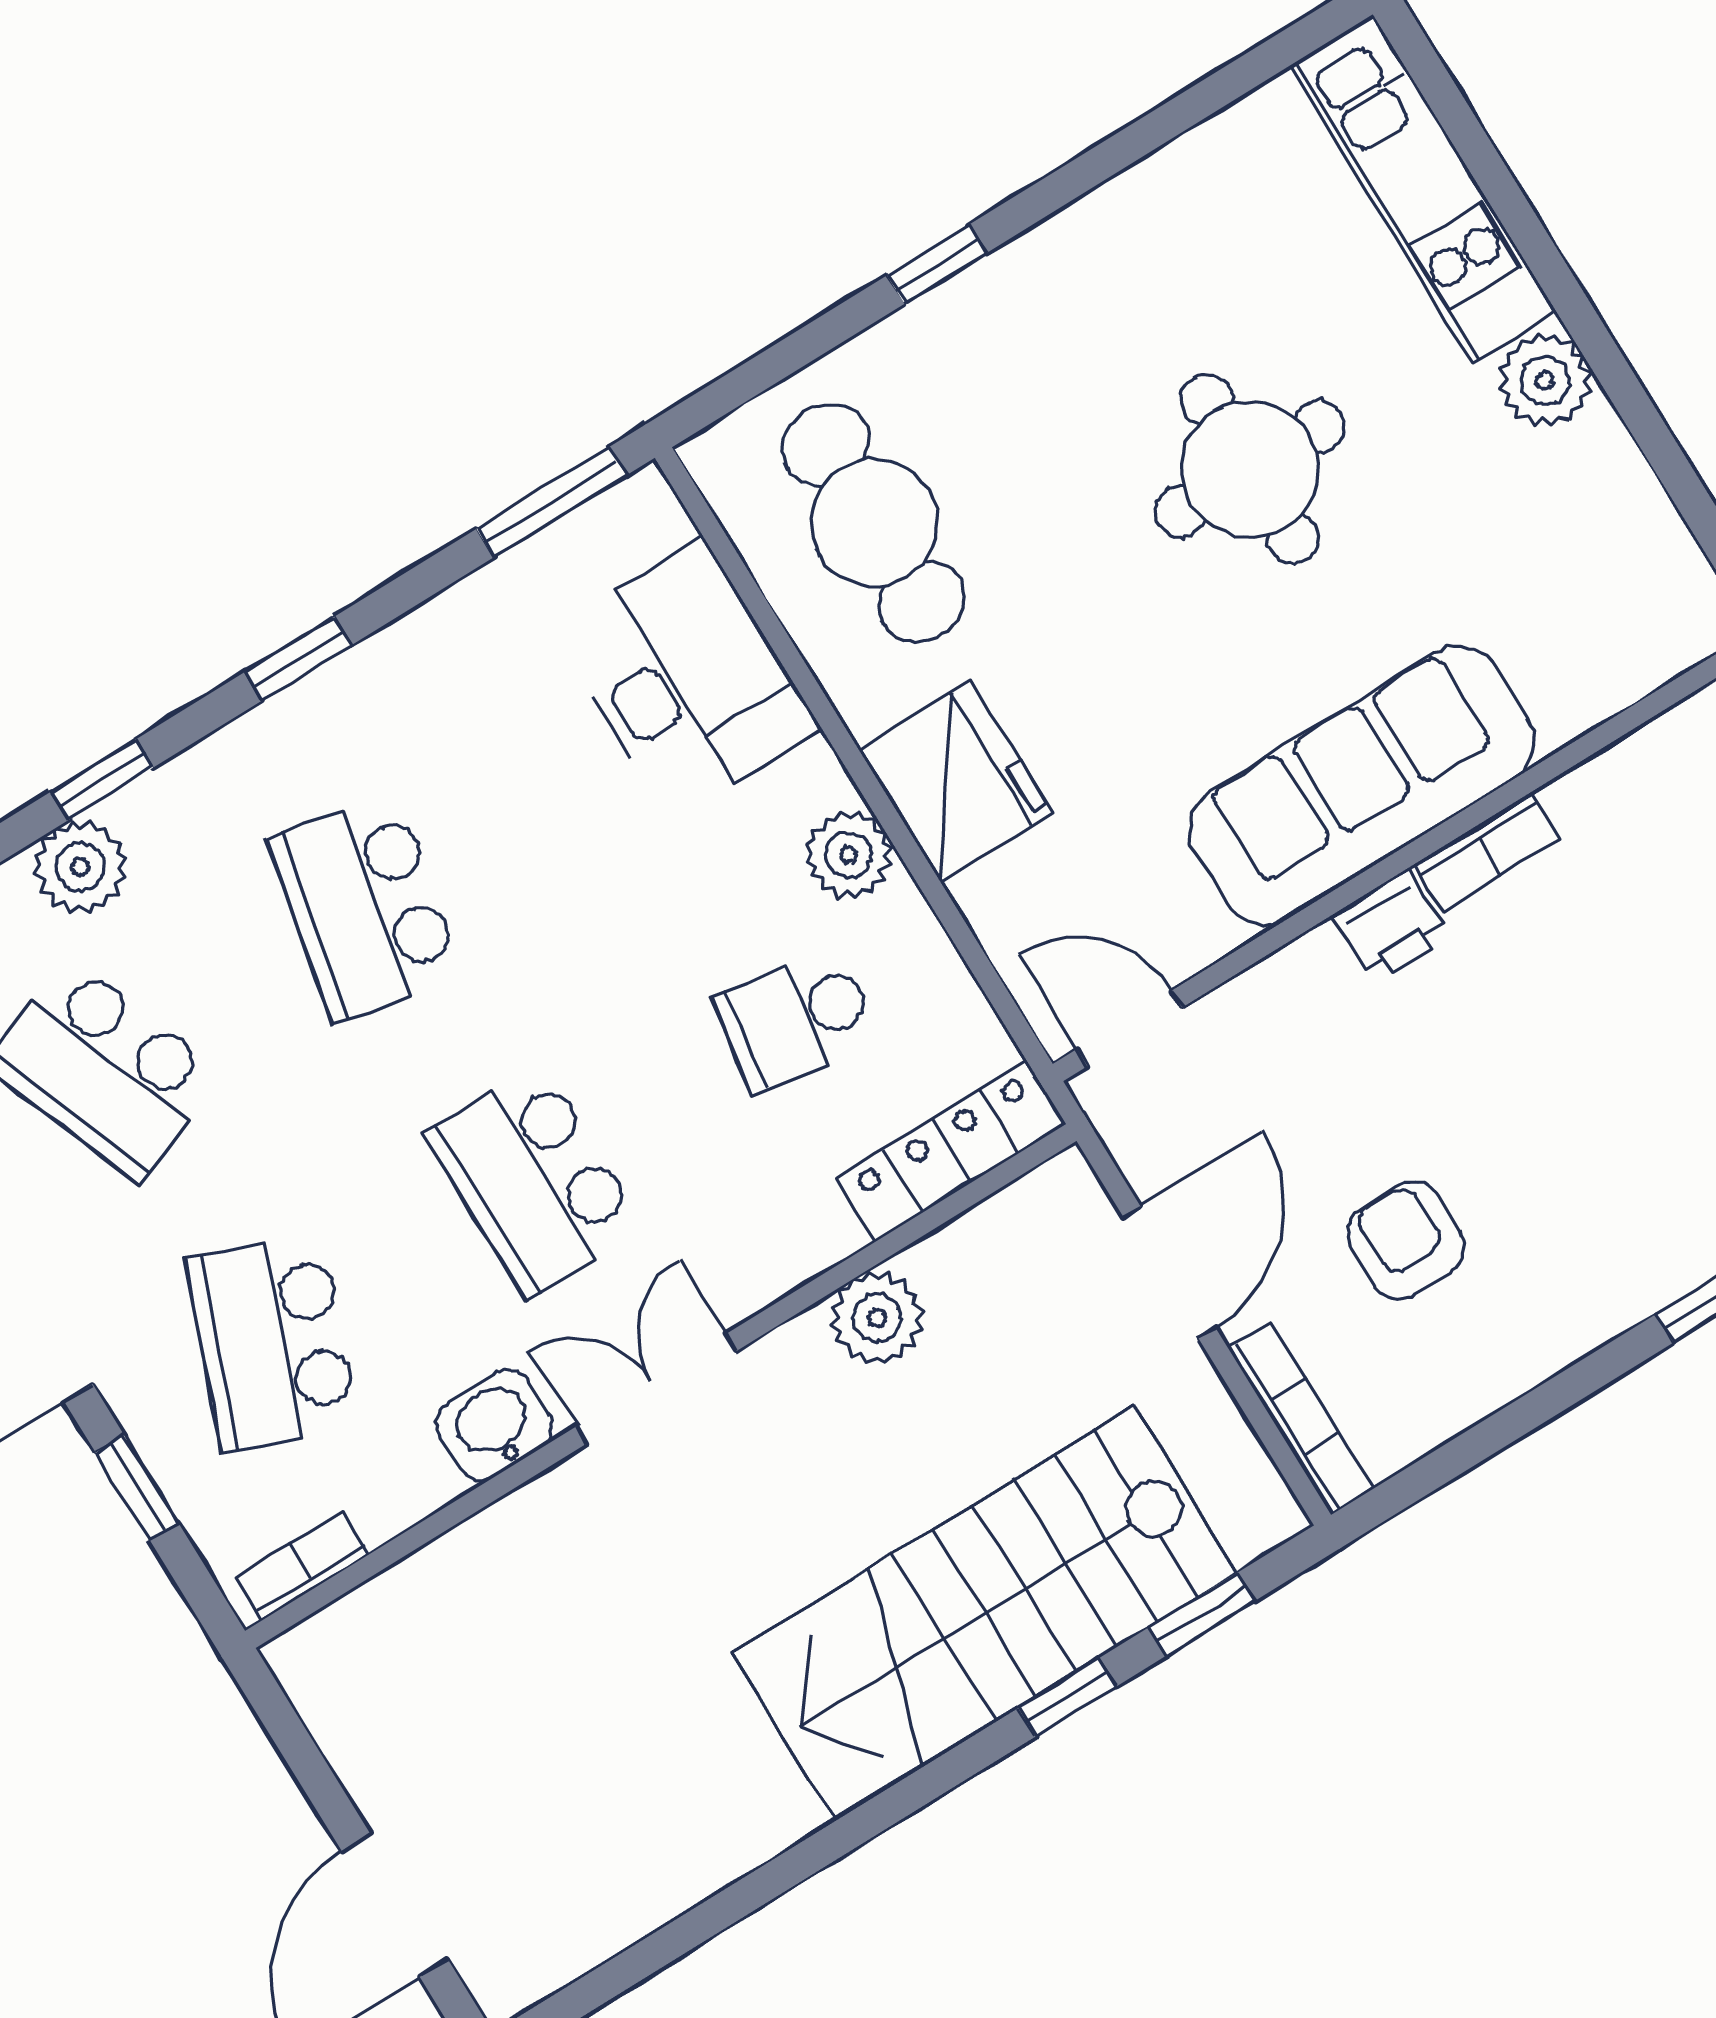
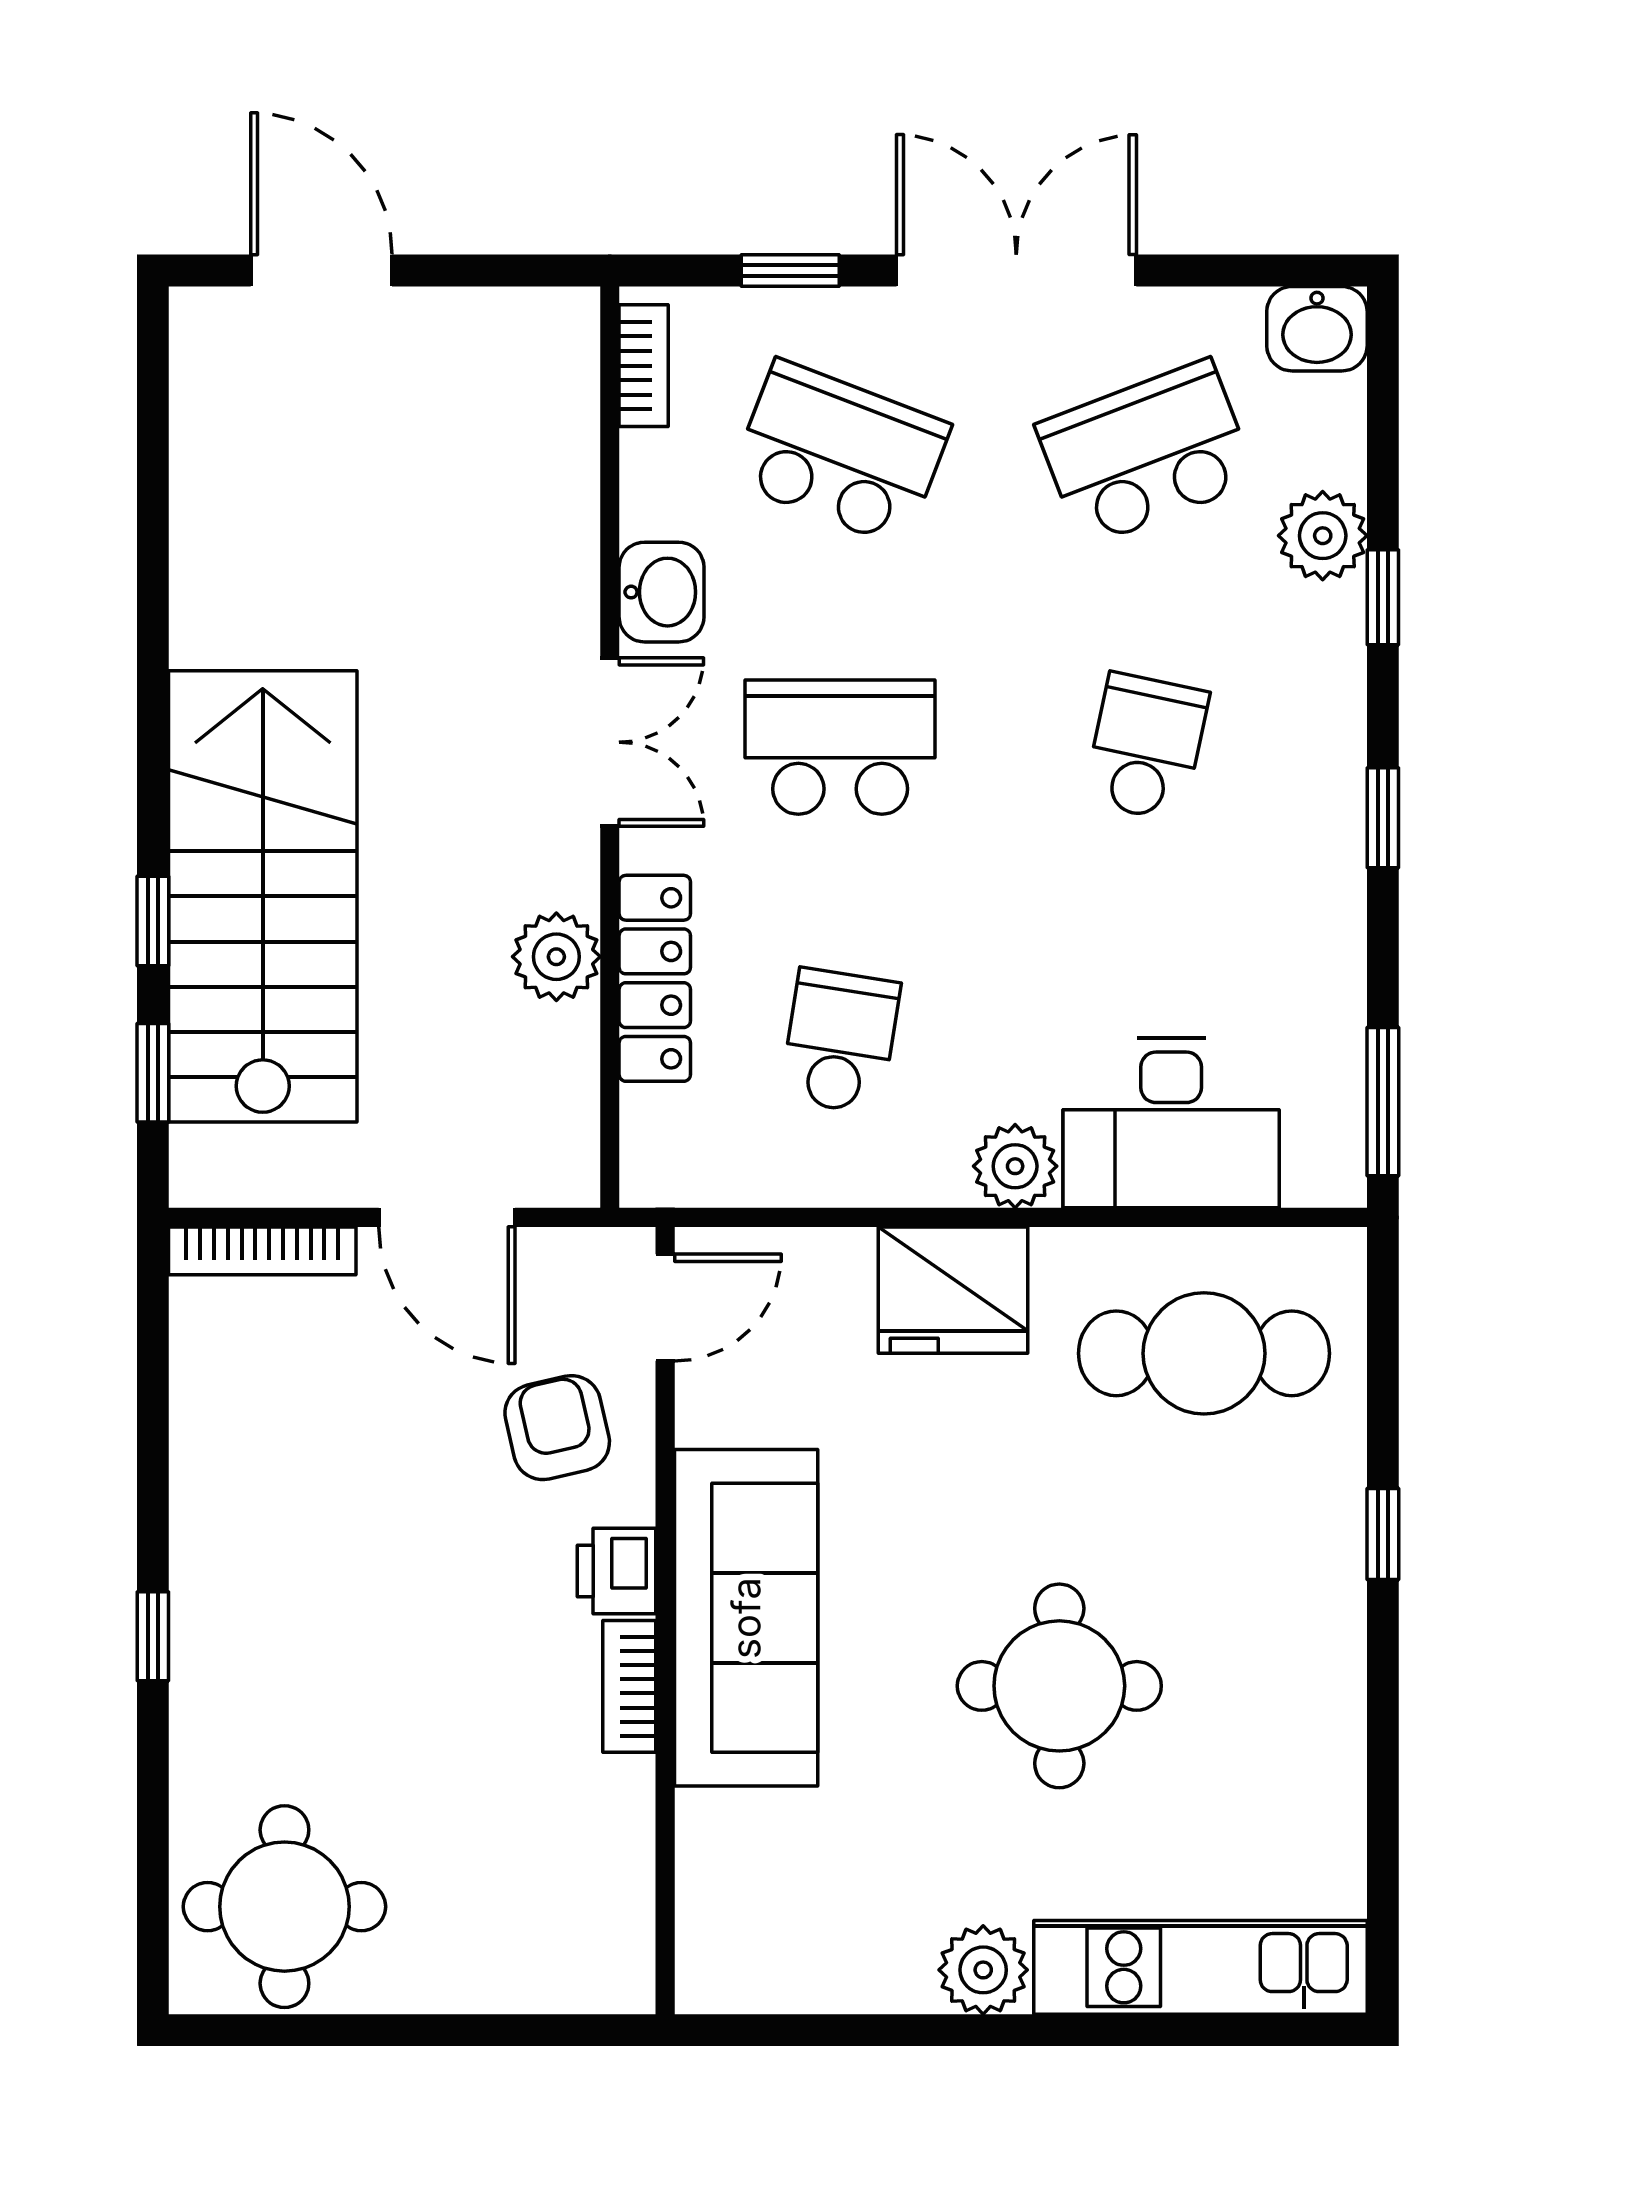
plant: (849, 855) -> (1015, 1166), moved
school desk: (366, 908) -> (1146, 747), width x0.54
locker: (951, 1151) -> (655, 978), moved
armchair: (1406, 1240) -> (557, 1428), moved, turned -103

